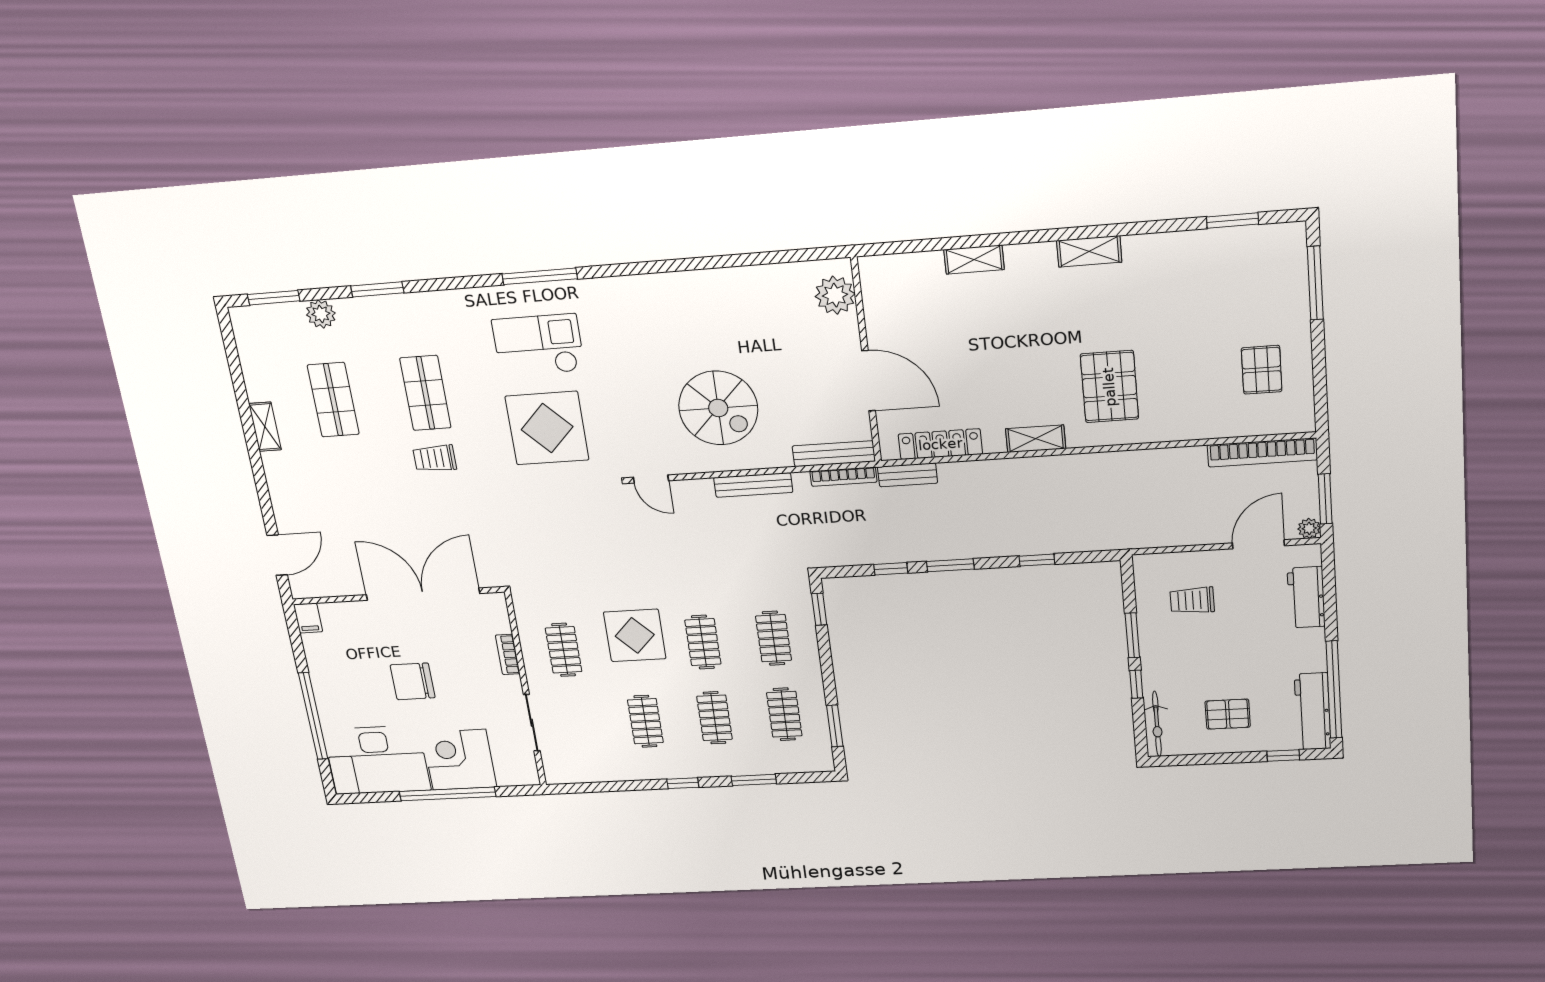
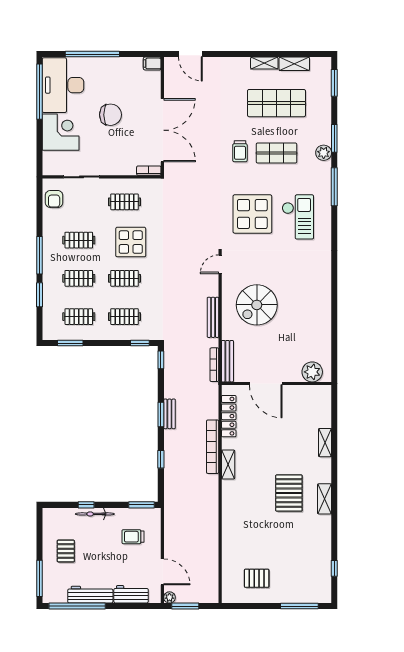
window: (1233, 221) -> (334, 568), width x0.67
window: (540, 276) -> (334, 187), moved
plant: (321, 314) -> (324, 153), moved
shelving: (254, 373) -> (294, 64), added
door: (869, 381) -> (266, 383), hinge flipped
pallet: (1109, 387) -> (289, 493), moved, turned 90
shop shelf: (333, 400) -> (276, 103), width x1.43, depth x1.36
bookcase: (1262, 452) -> (213, 447), moved
trolley: (435, 458) -> (240, 151), turned 180
bench: (908, 475) -> (169, 414), moved
window: (891, 569) -> (161, 360), moved
trolley: (1192, 600) -> (133, 537), turned -90
window: (1132, 635) -> (142, 505), moved
bookcase: (508, 654) -> (149, 171), moved
chair: (413, 681) -> (110, 115), turned 90
workbench: (1313, 711) -> (90, 595), moved
bicycle: (1157, 724) -> (95, 514), moved
window: (1283, 756) -> (40, 578), width x2.17
armchair: (579, 765) -> (54, 199), added
window: (683, 783) -> (40, 255), width x2.17
window: (448, 794) -> (40, 92), moved

